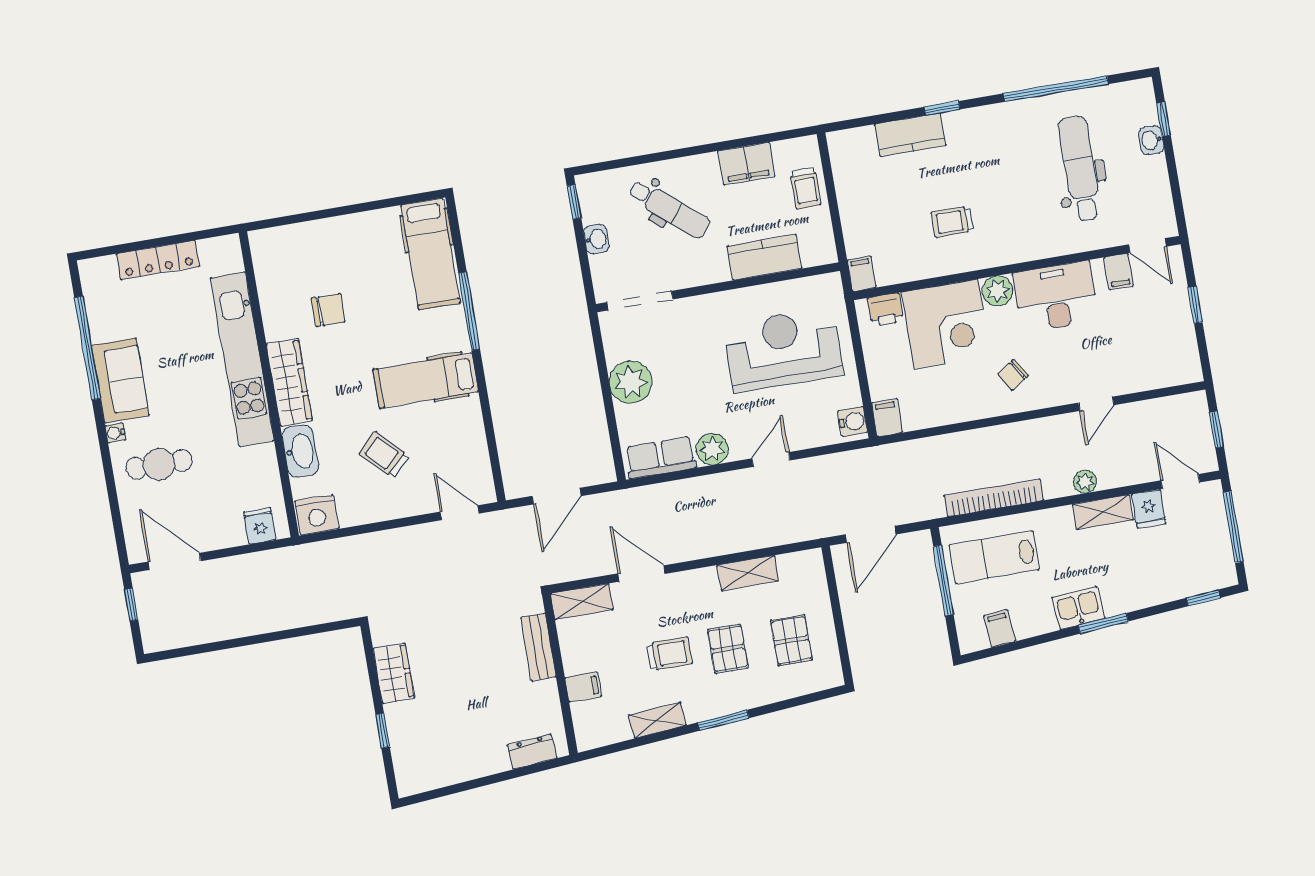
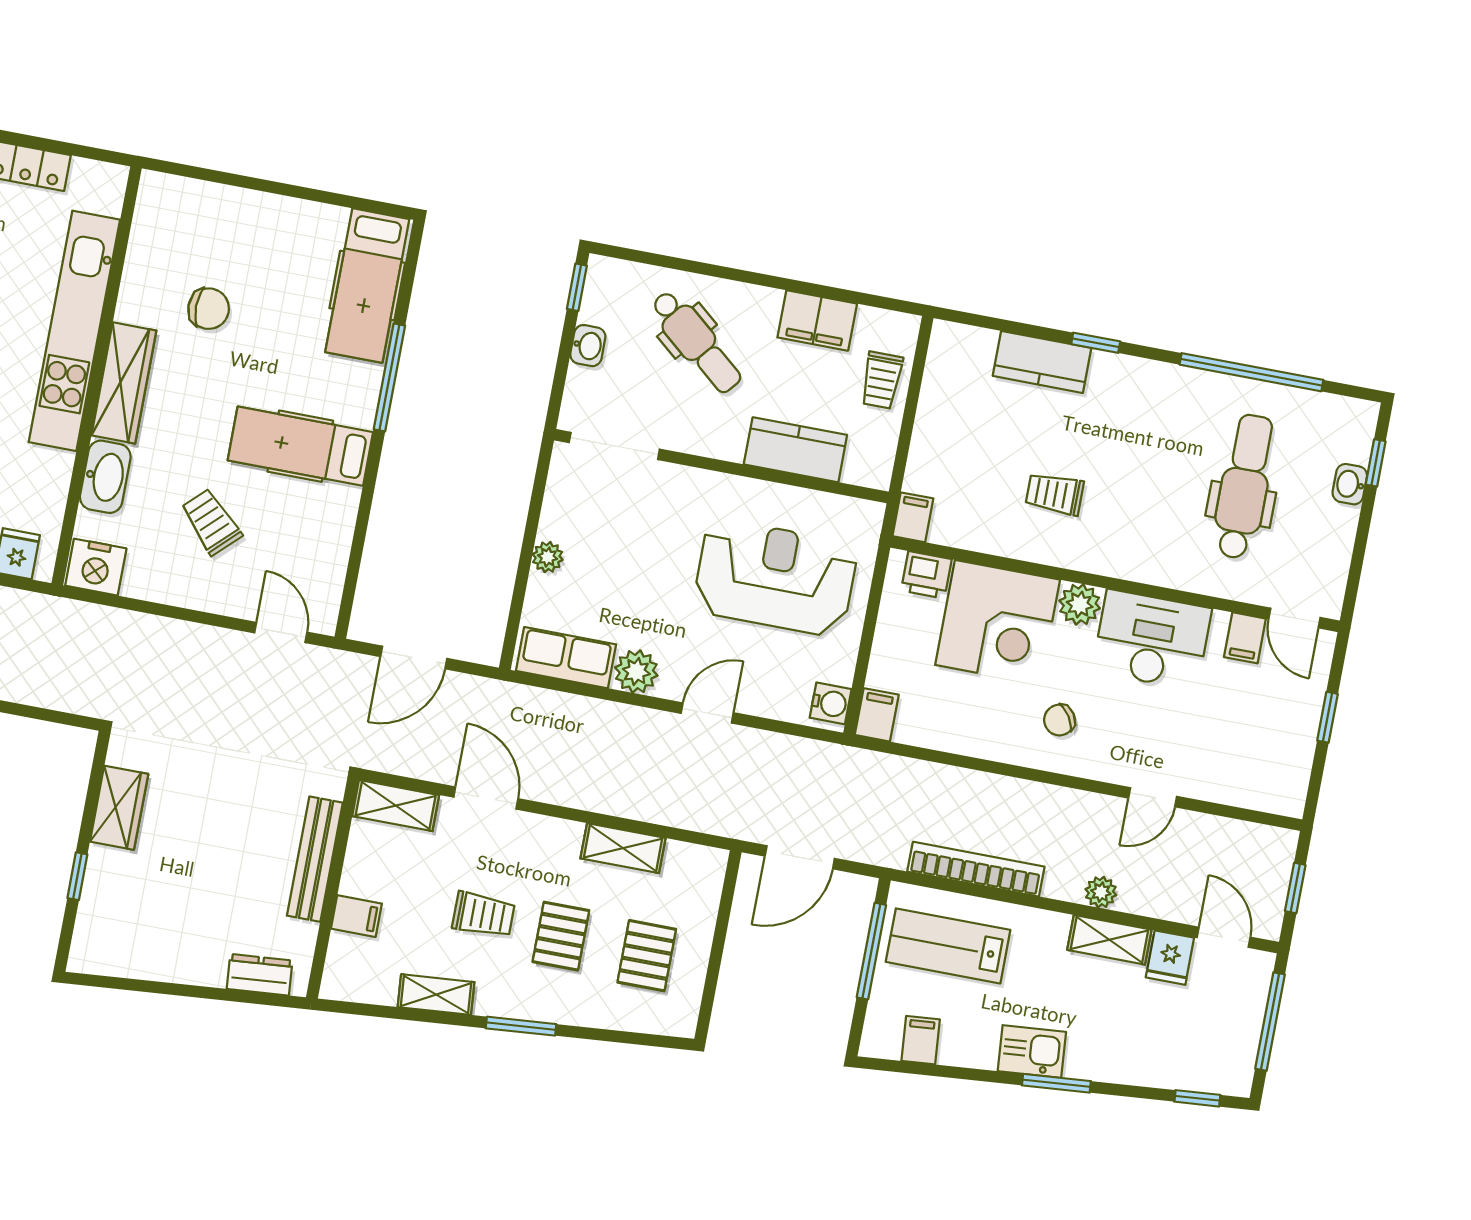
plant: (631, 382) -> (548, 557), width x0.53, depth x0.53
bench: (538, 647) -> (315, 859), width x1.36

